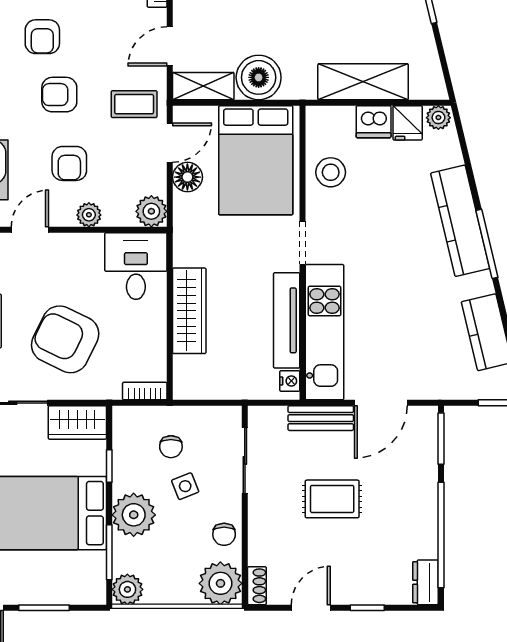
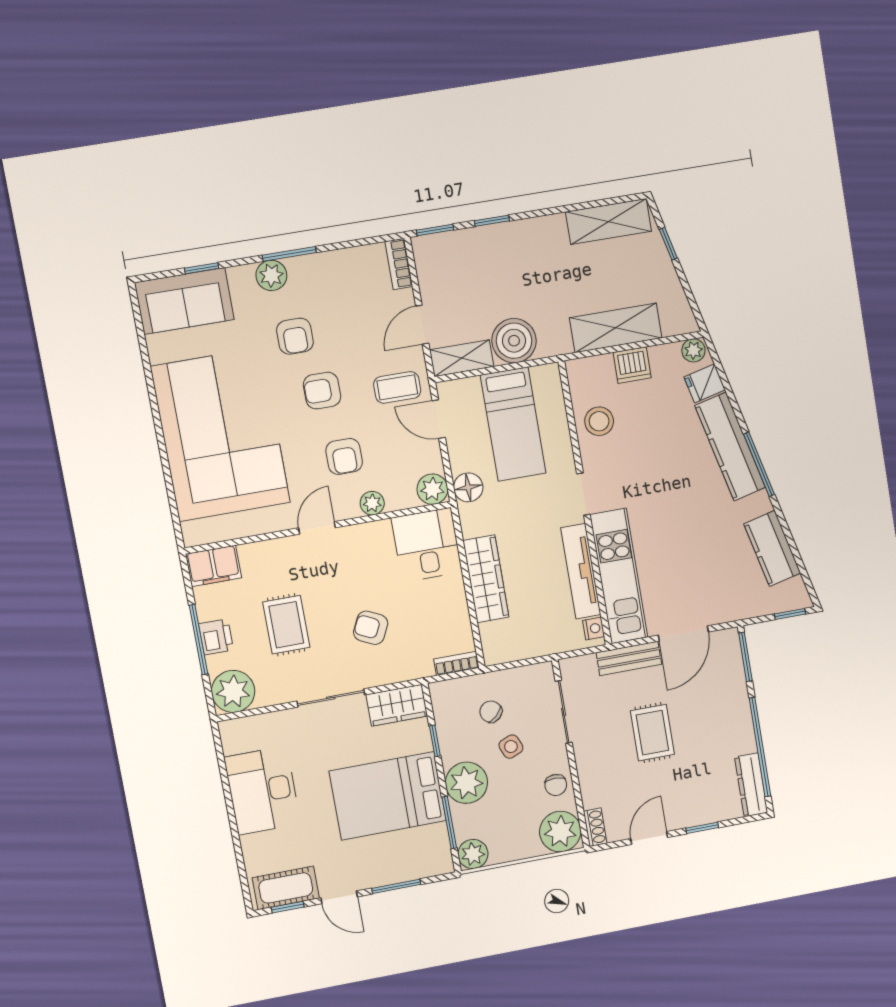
fridge: (408, 123) -> (705, 383), moved, turned 77
door: (170, 143) -> (439, 419), swing flipped
bed: (256, 160) -> (513, 424), width x0.67
floor lamp: (187, 177) -> (468, 487), moved
armchair: (65, 339) -> (371, 628), width x0.53, depth x0.53
chair: (171, 447) -> (491, 712), turned 137
rug: (332, 499) -> (652, 733), turned 90
dresser: (425, 582) -> (751, 785), width x1.44

